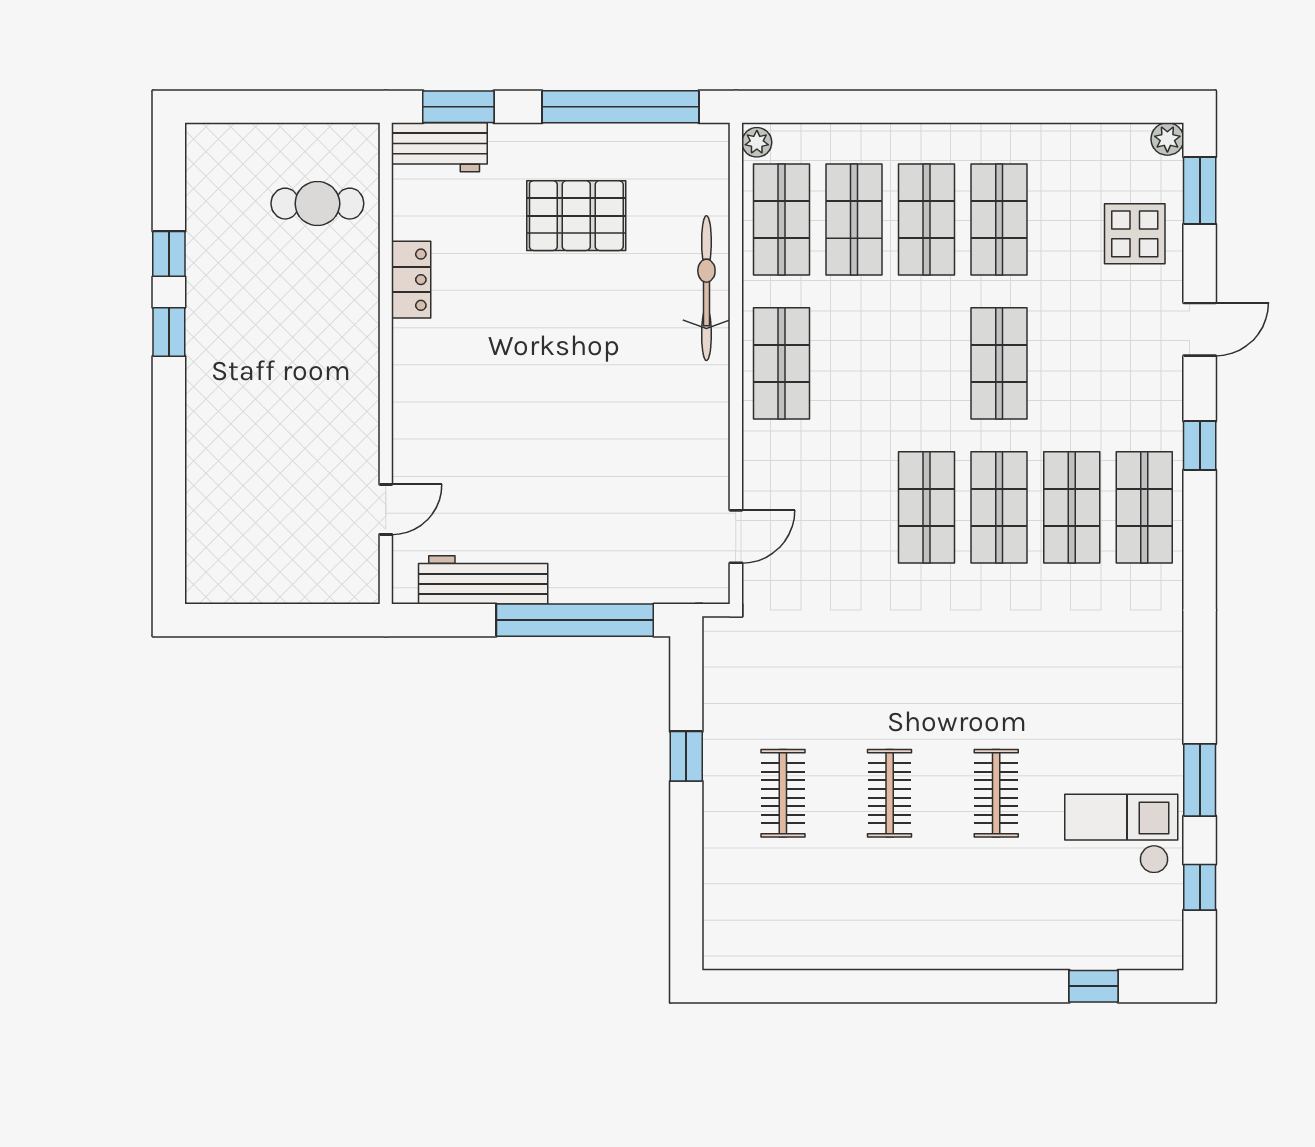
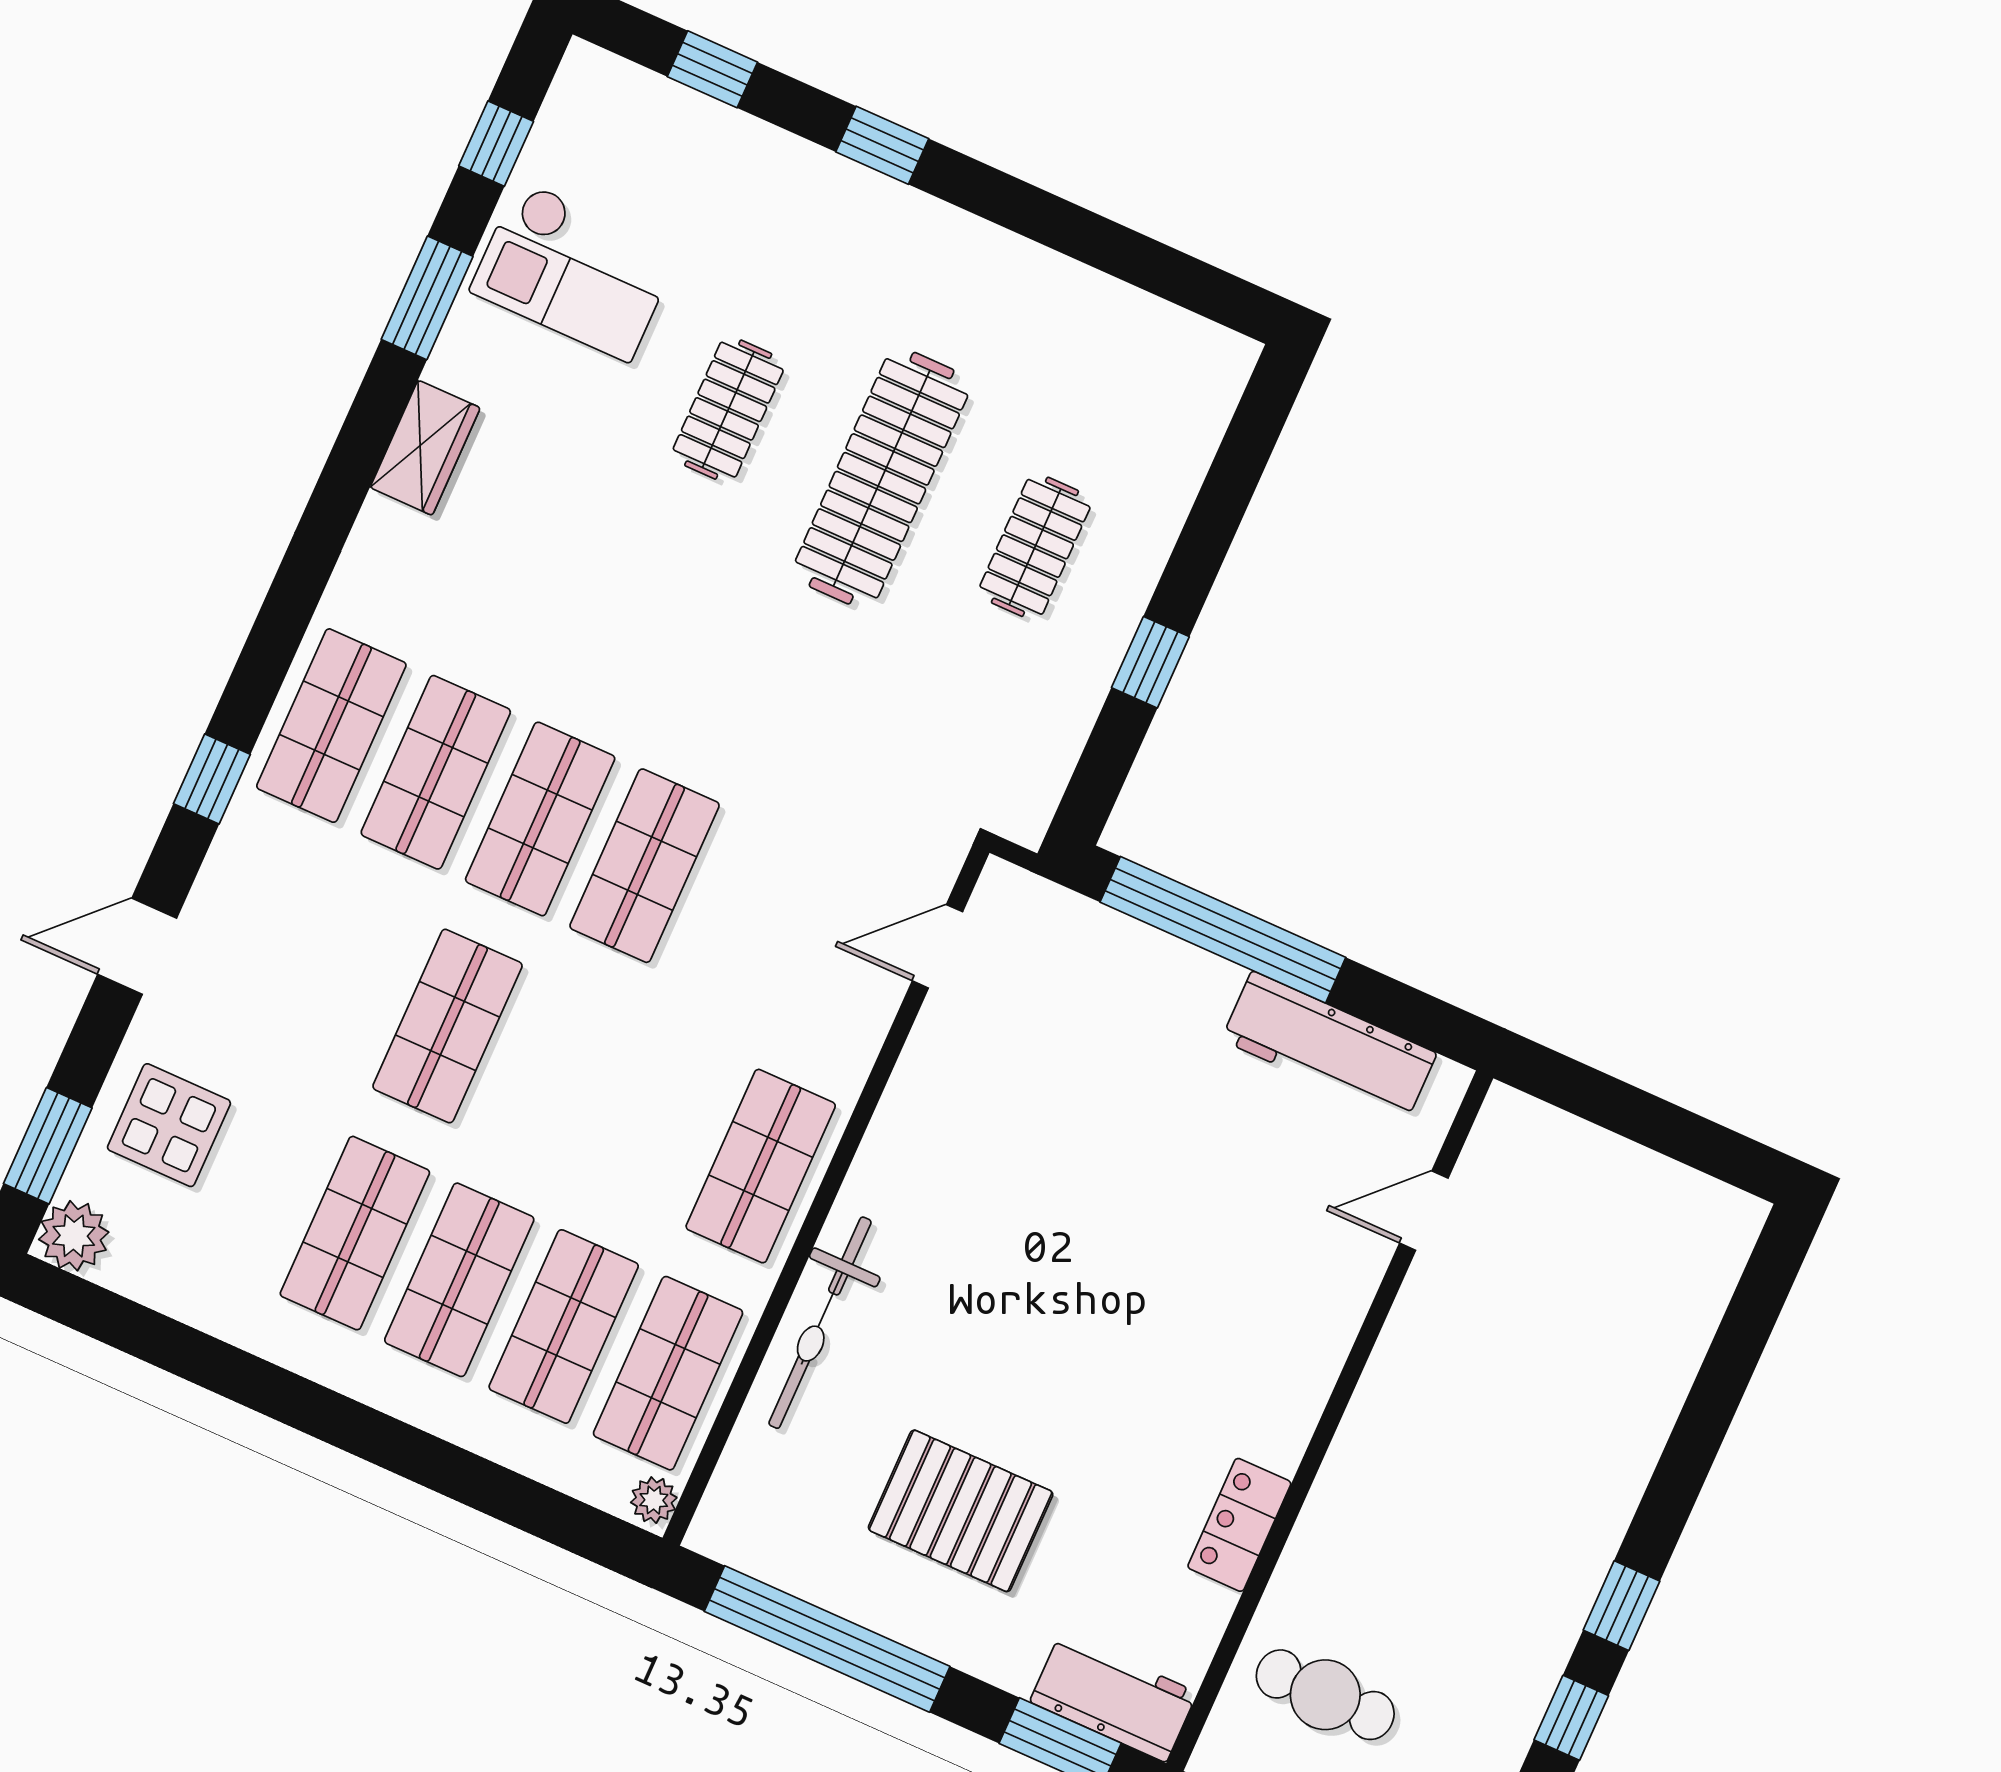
plant: (1167, 139) -> (74, 1236), width x1.38, depth x1.38
wardrobe: (1162, 693) -> (425, 448), added
clothes rail: (890, 793) -> (882, 478), width x1.86, depth x1.31
window: (976, 986) -> (882, 145), added

